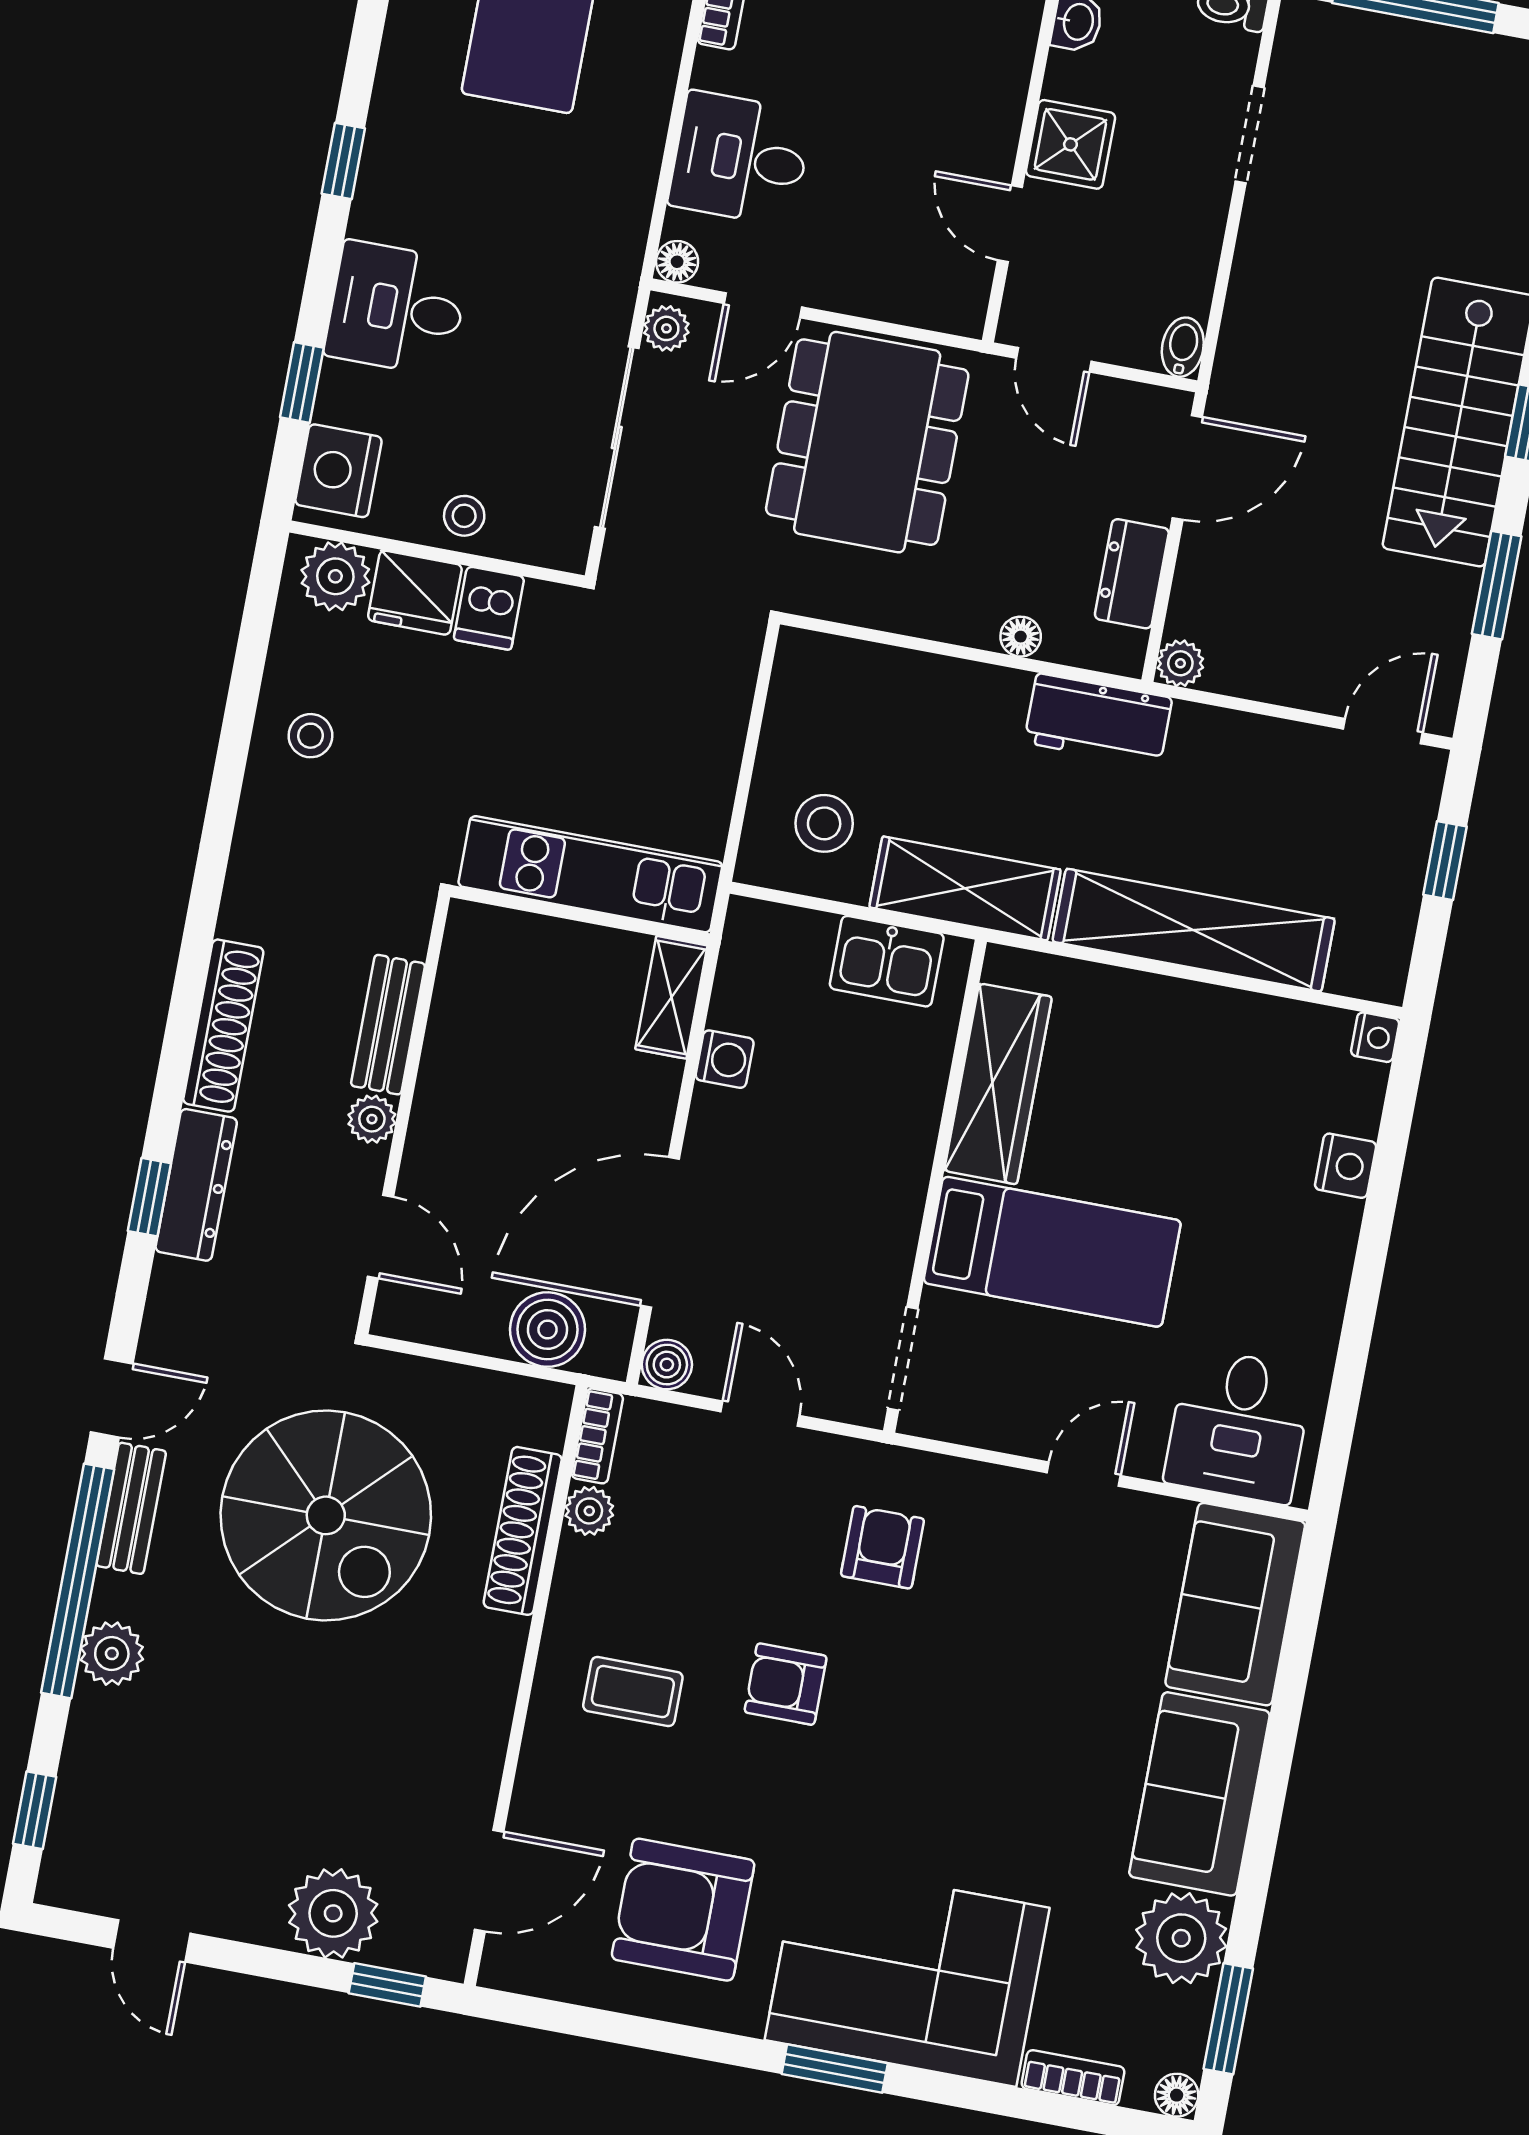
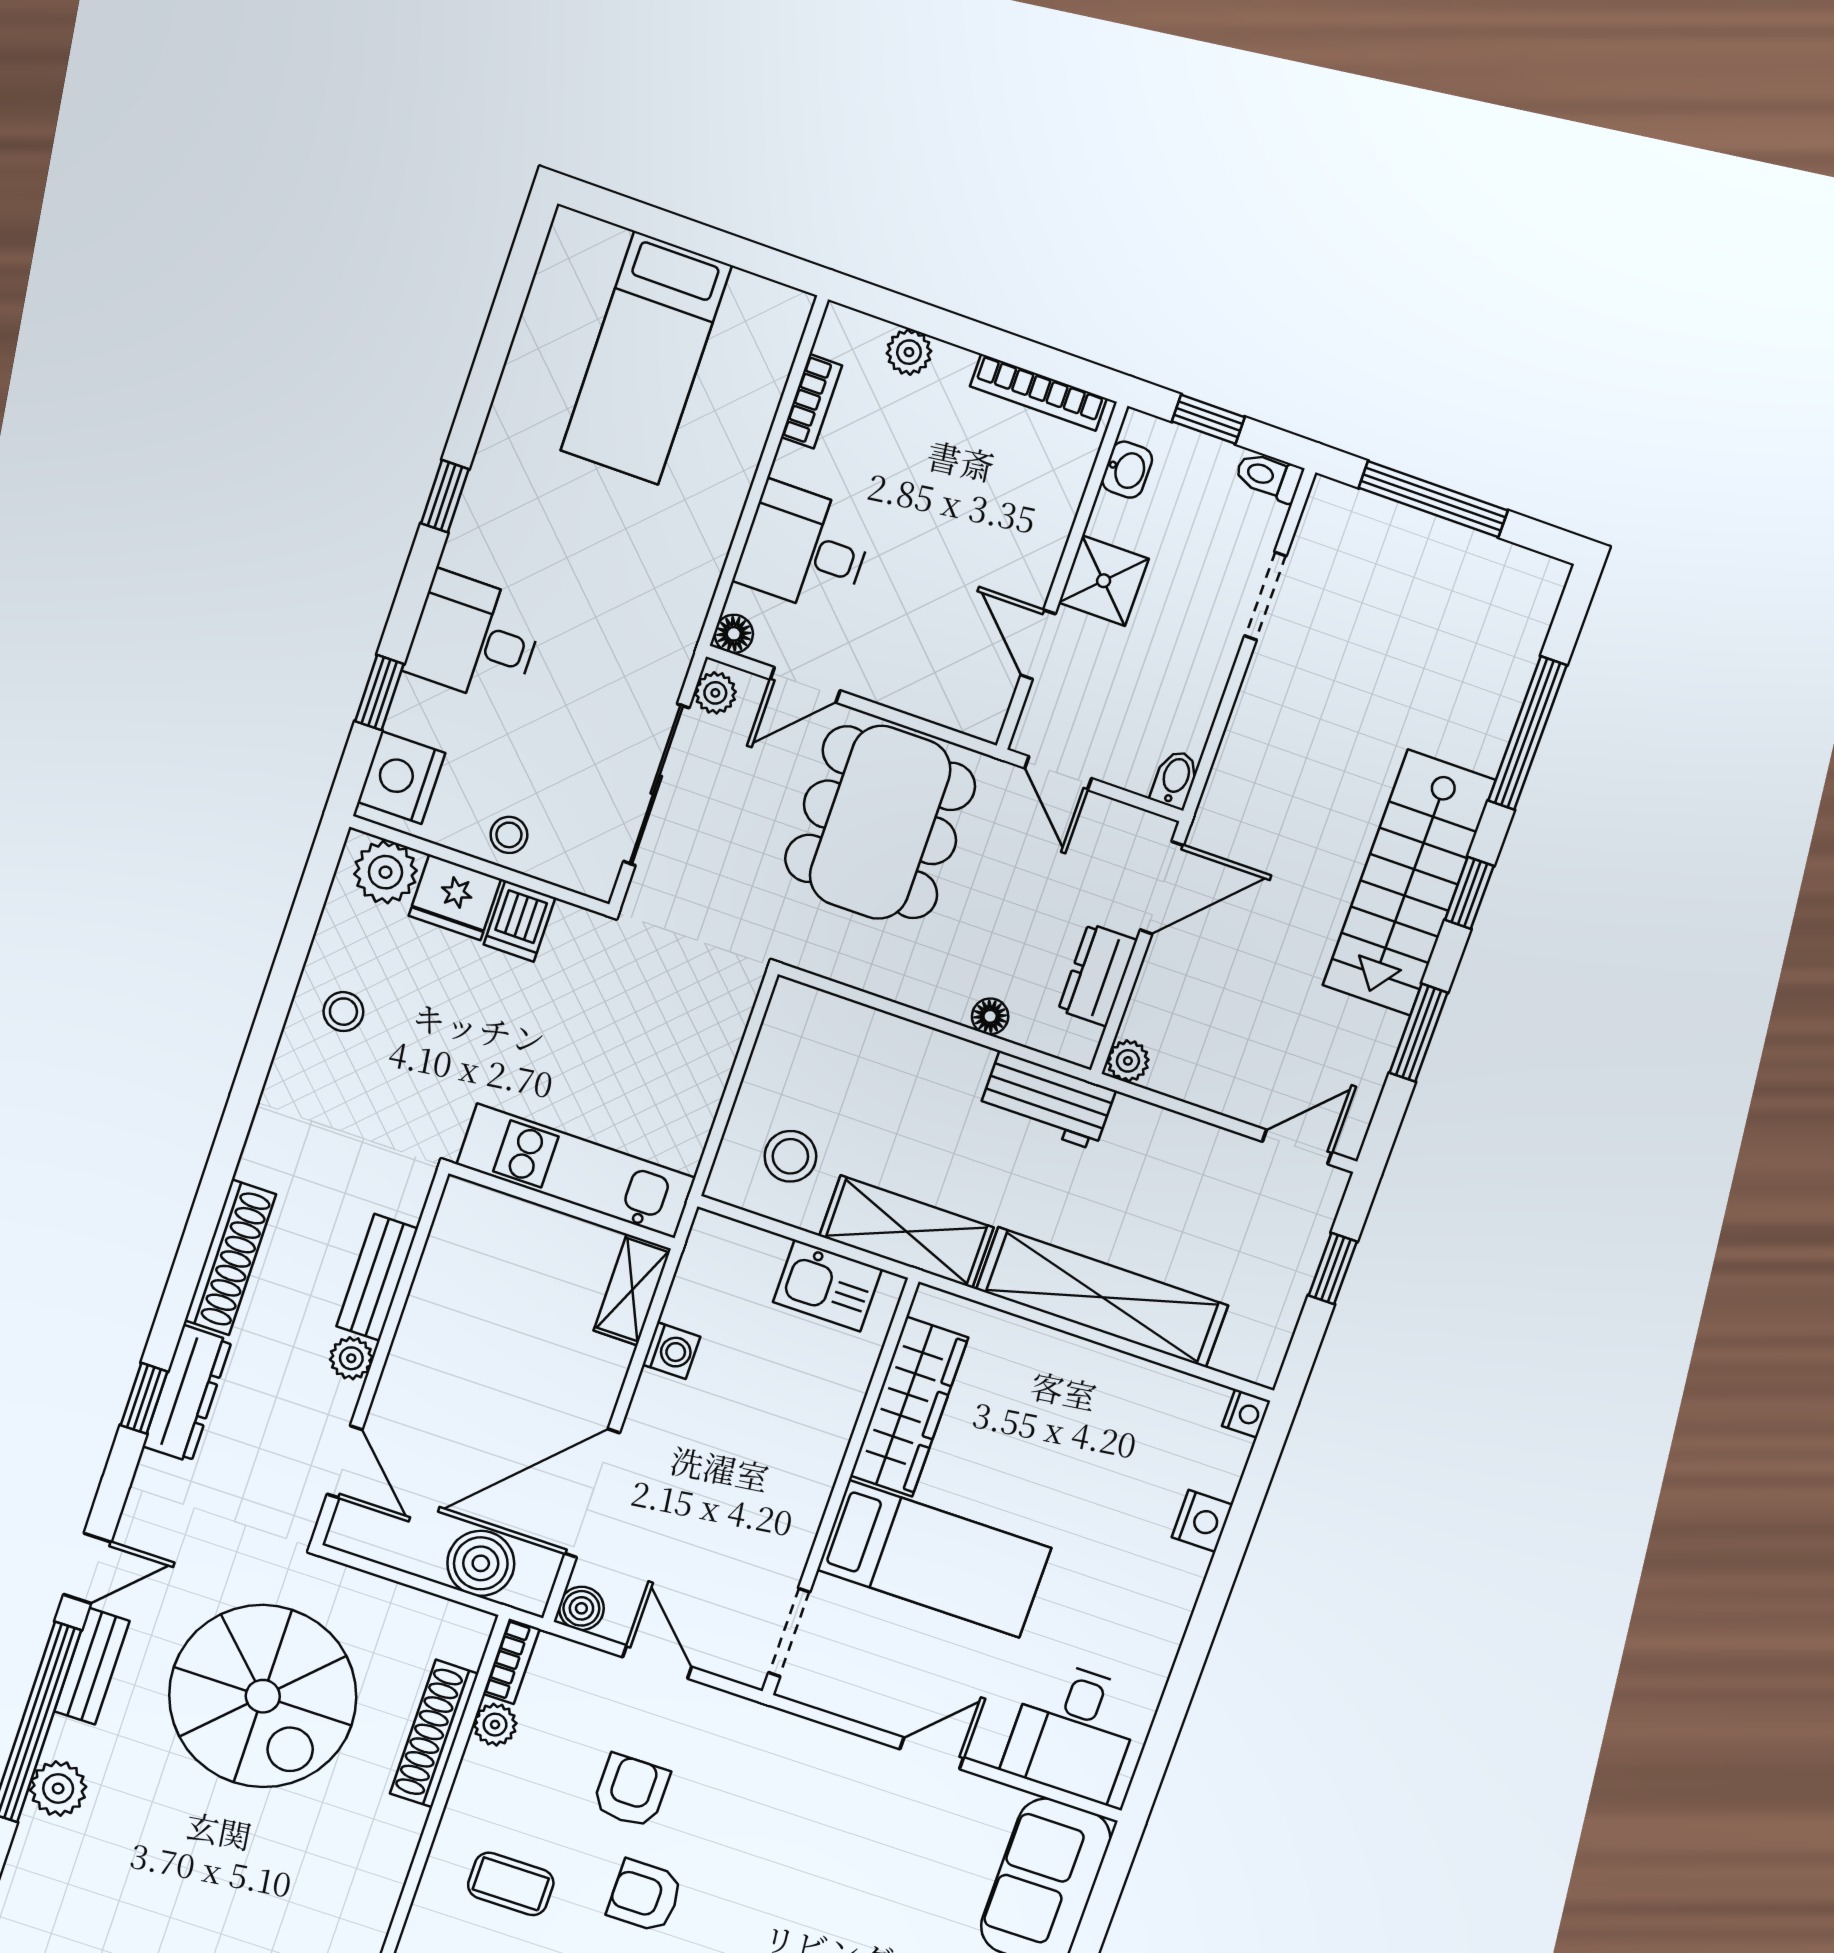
armchair: (882, 1547) -> (631, 1791), moved

